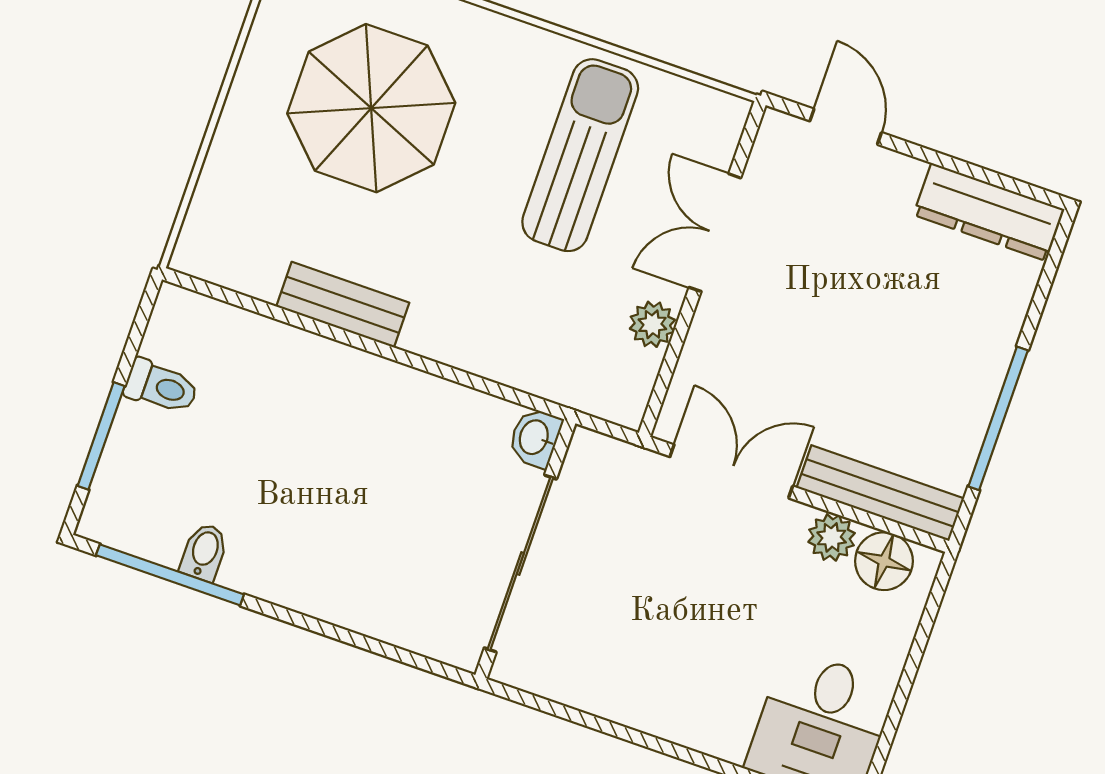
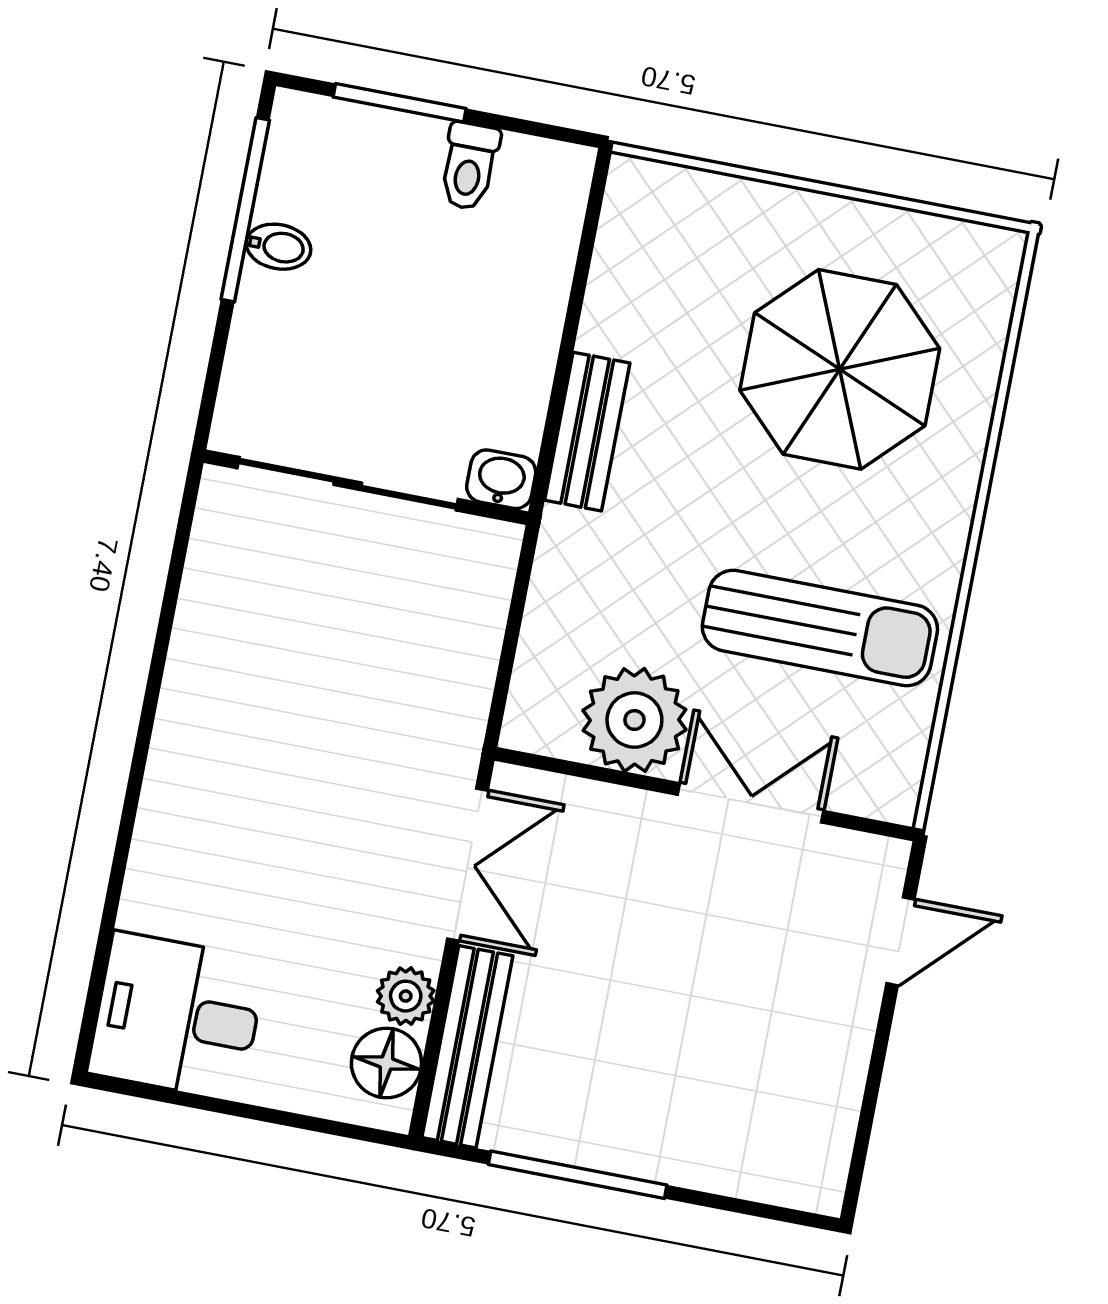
dresser: (989, 212) -> (823, 1128), removed
bench: (343, 305) -> (587, 432), moved
plant: (652, 324) -> (634, 720), width x1.88, depth x1.88
washbasin: (535, 438) -> (501, 479), moved
wall: (525, 549) -> (366, 487), moved
sliding door: (520, 564) -> (348, 484), moved

